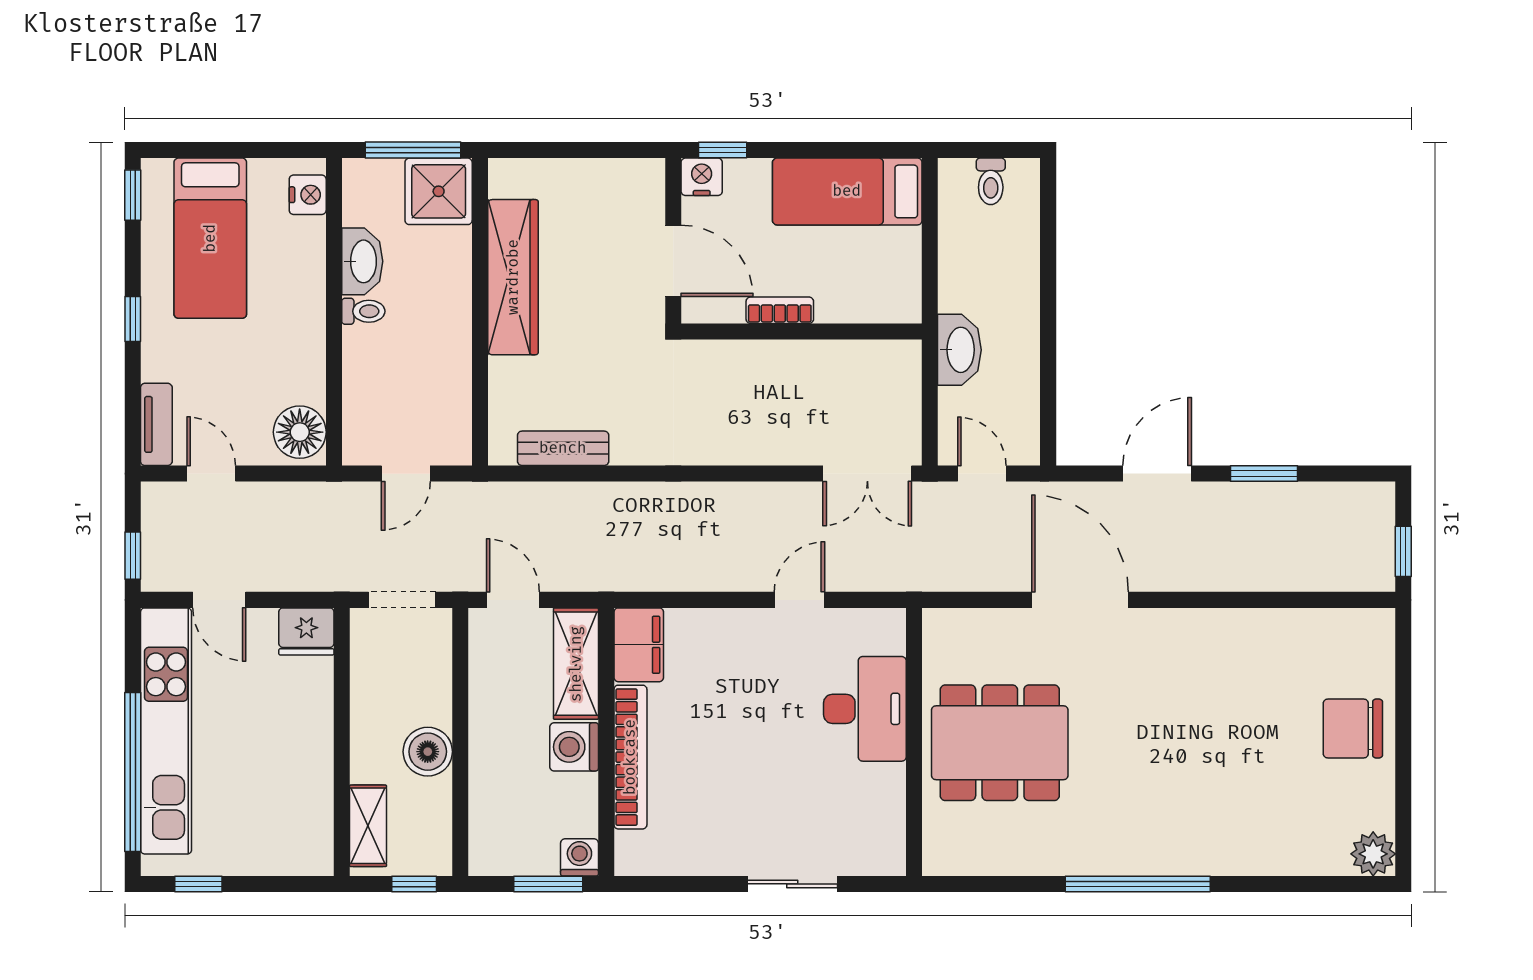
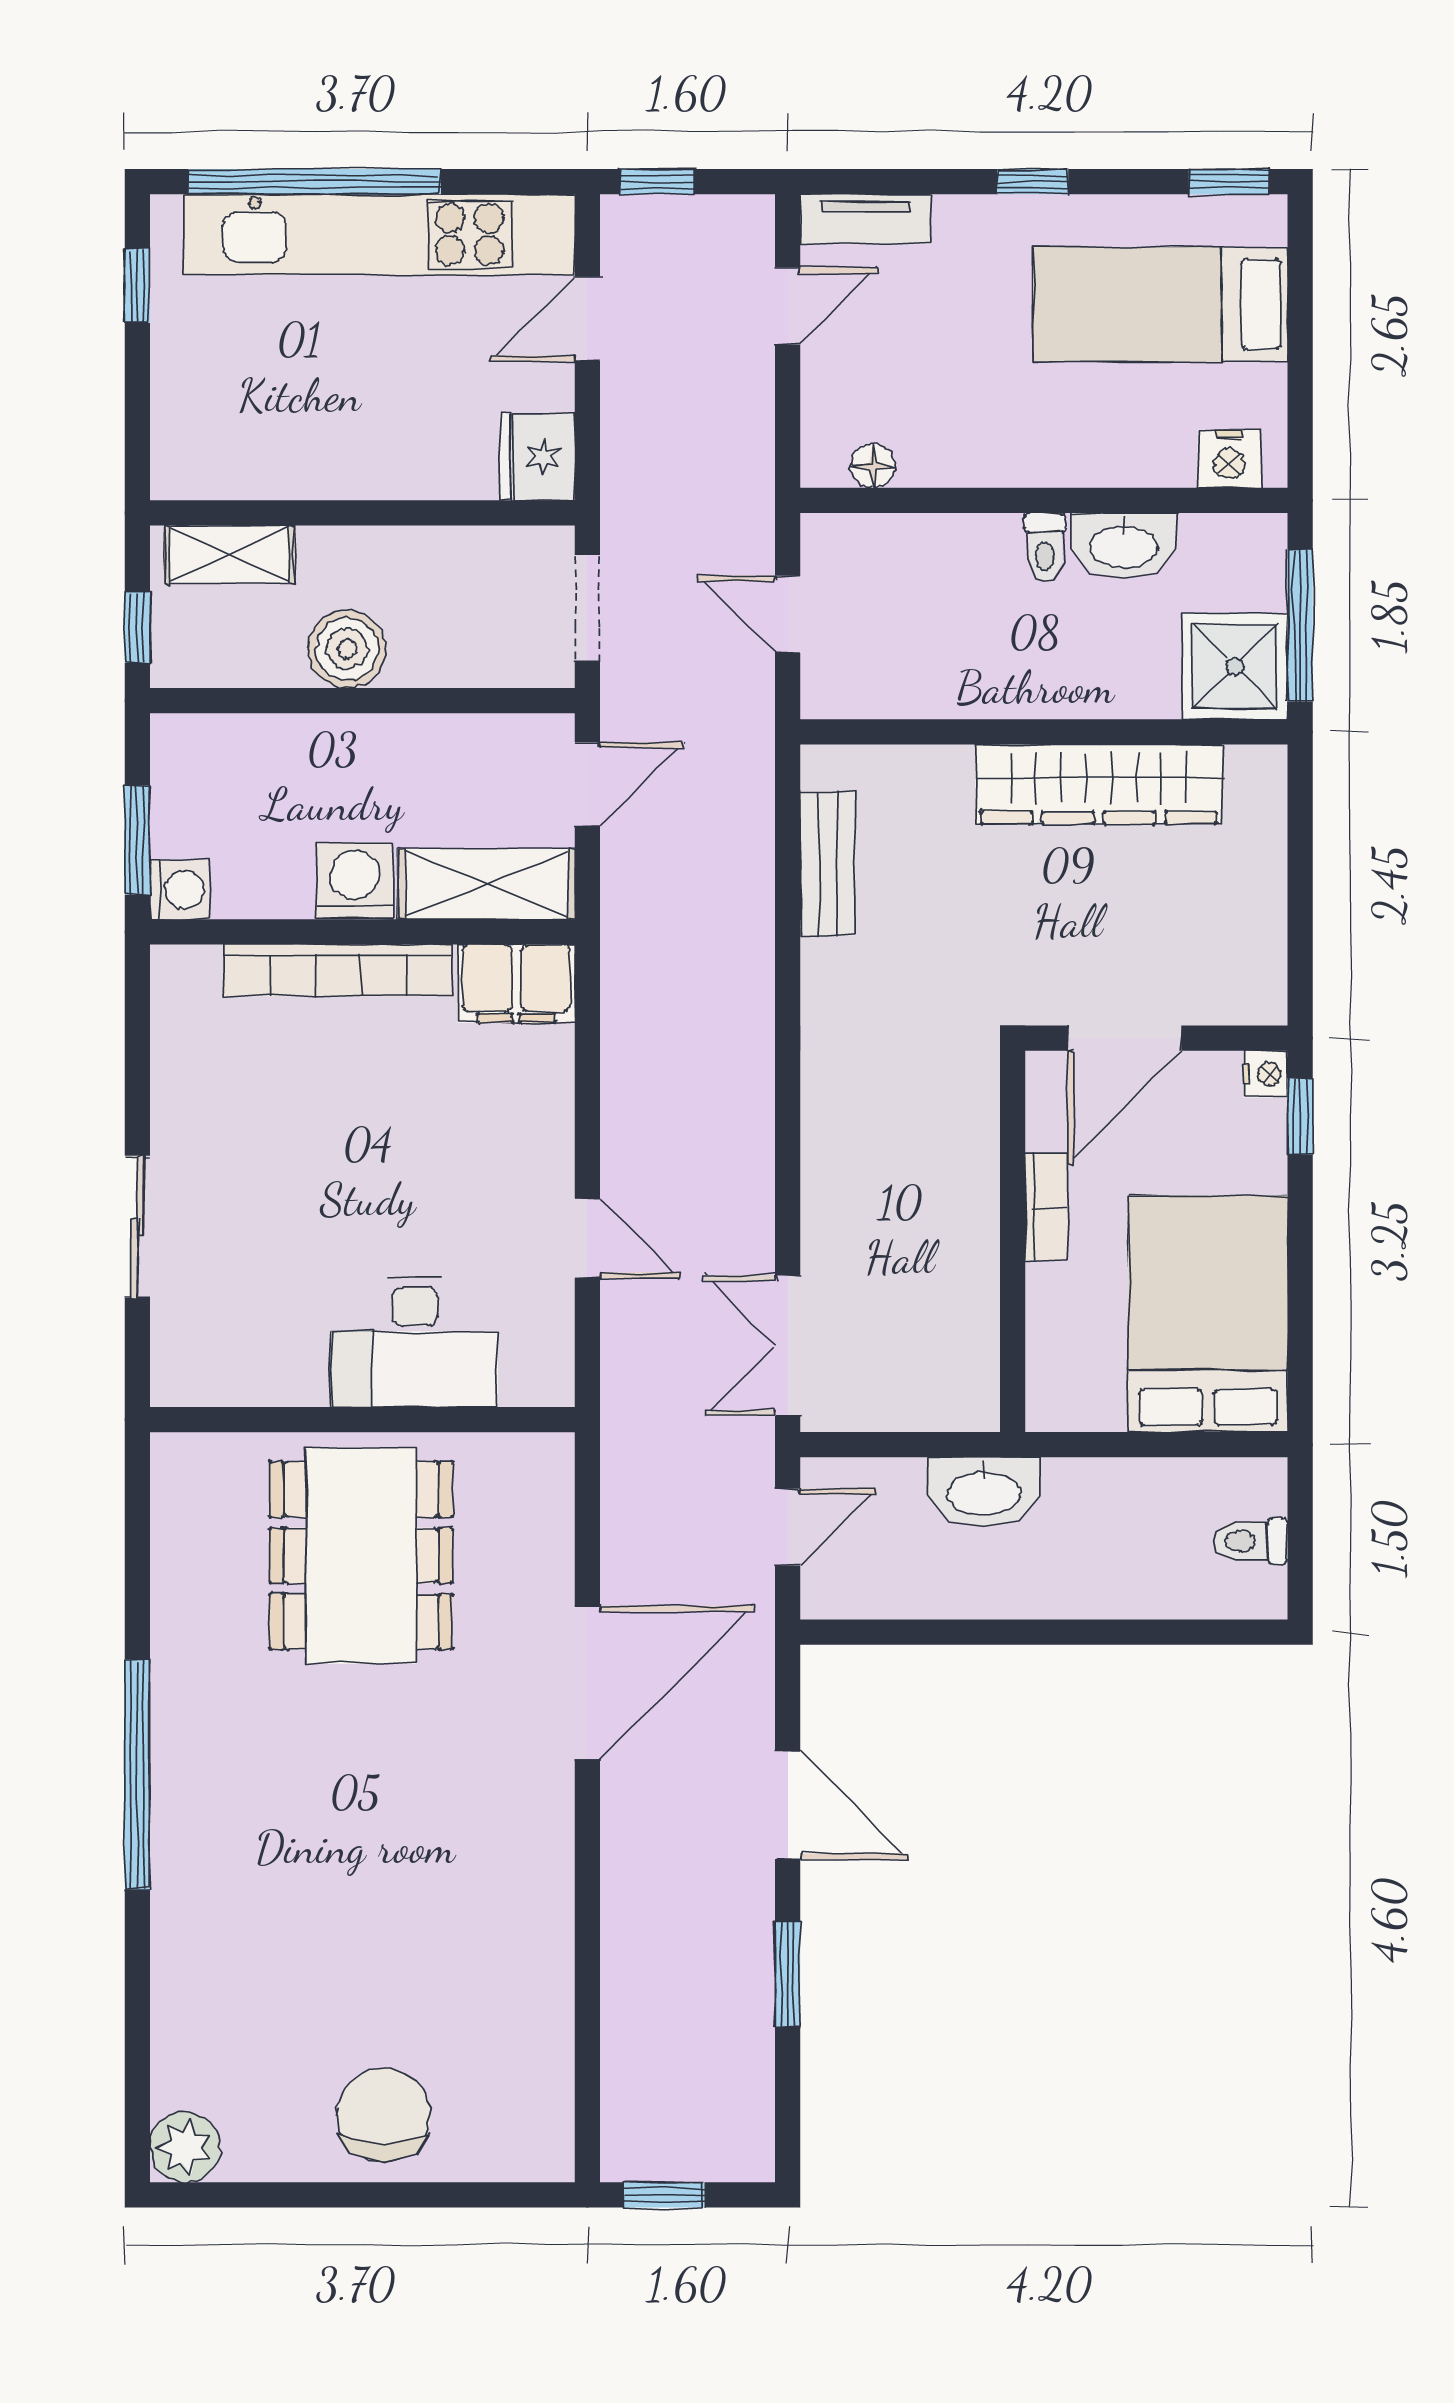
nightstand: (702, 177) -> (1266, 1074), width x0.72, depth x0.74
bed: (847, 191) -> (1208, 1314), width x1.50
floor lamp: (300, 432) -> (873, 466), width x0.53, depth x0.53

